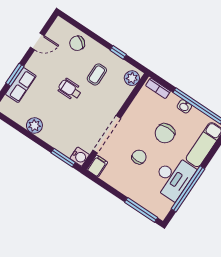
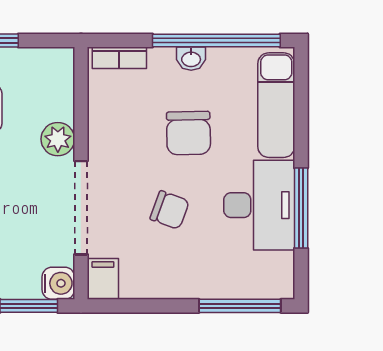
plant: (132, 78) -> (58, 139), moved
chair: (139, 157) -> (170, 210), turned 110
window: (188, 189) -> (301, 208), width x0.68

